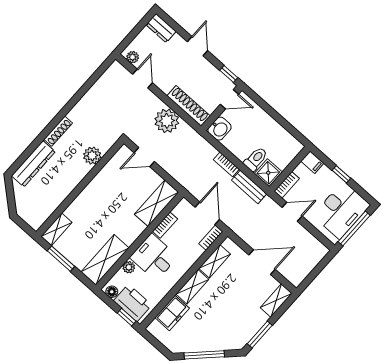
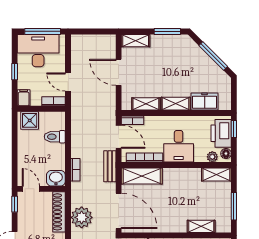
door: (144, 157) -> (119, 211), width x1.88
bookcase: (226, 164) -> (75, 170), moved
shower: (268, 173) -> (30, 120), moved
bench: (249, 187) -> (110, 166), moved
door: (207, 213) -> (119, 137), swing flipped
bookcase: (165, 225) -> (145, 158), width x1.56
shelving: (57, 229) -> (201, 226), moved
shelving: (105, 260) -> (216, 174), width x0.67, depth x0.75
plant: (129, 267) -> (212, 157), moved

